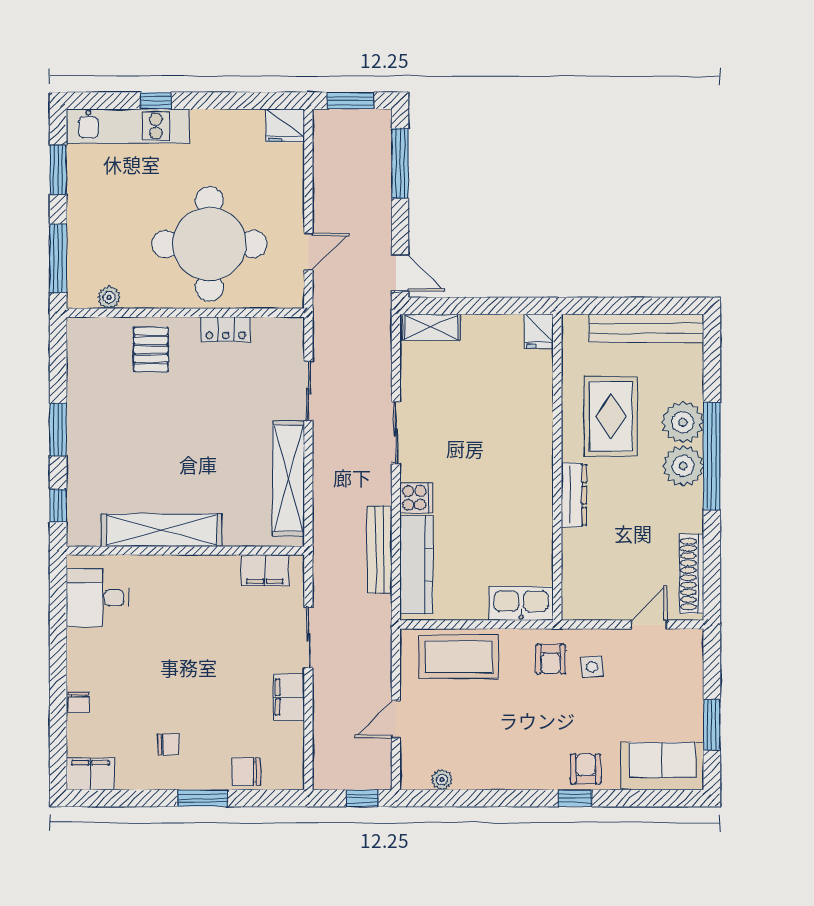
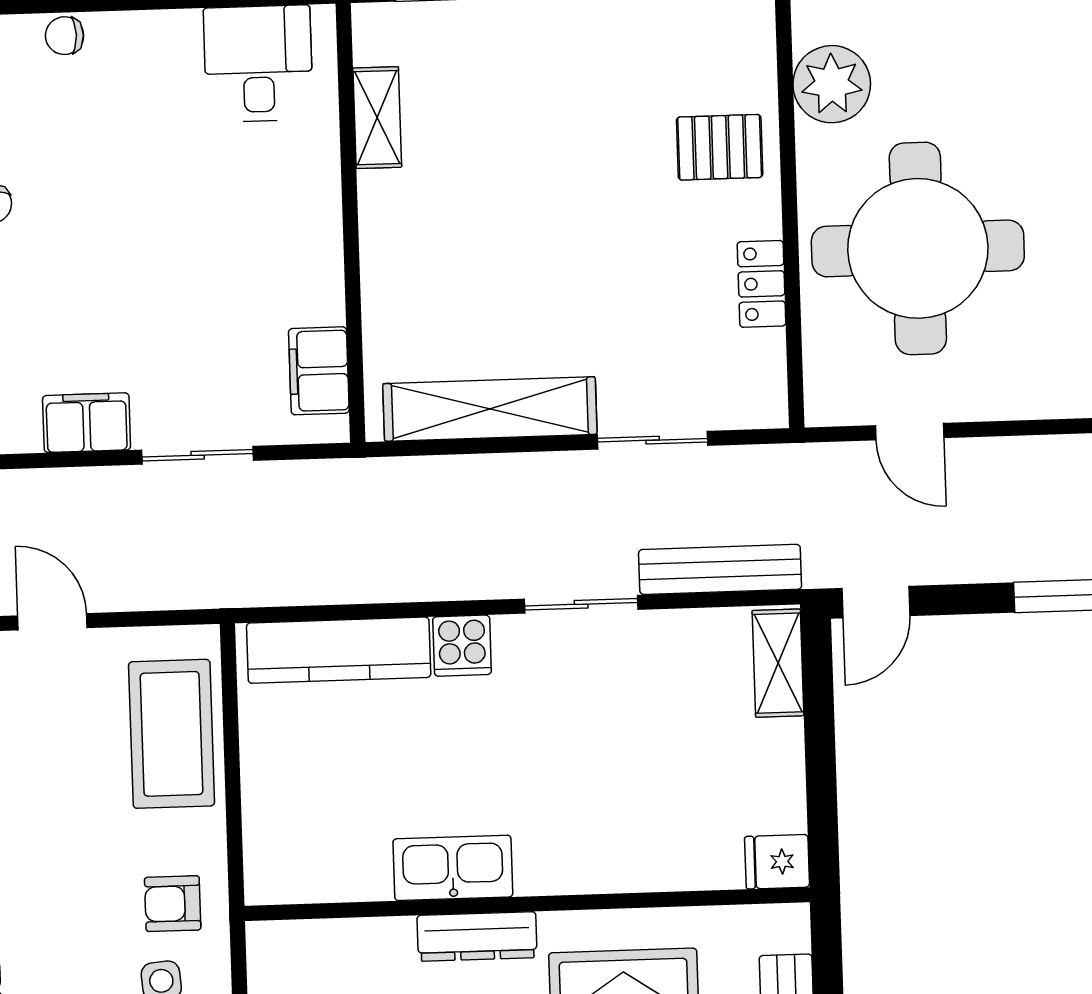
plant: (109, 297) -> (832, 84), width x1.88, depth x1.88
shelving: (162, 530) -> (377, 118), width x0.45, depth x0.75
bench: (380, 549) -> (720, 569), moved
kitchen sink: (521, 604) -> (453, 868), moved, turned -90

